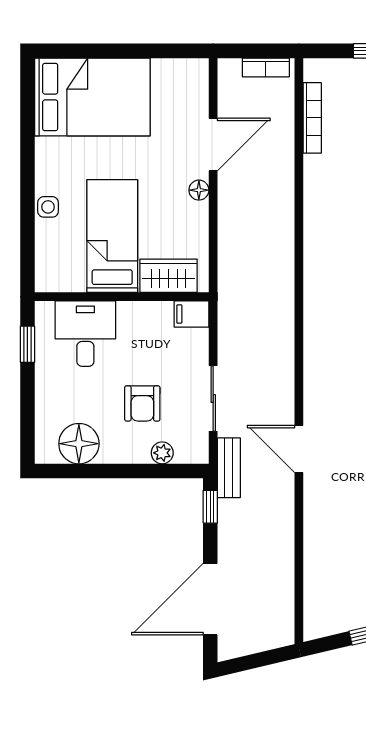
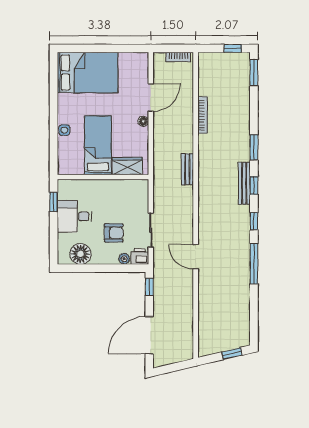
bookcase: (312, 118) -> (203, 115), moved
filing cabinet: (192, 314) -> (139, 186), removed
desk: (85, 334) -> (74, 216), moved, turned -90
armchair: (142, 403) -> (114, 233), turned -90
printer: (192, 449) -> (140, 257), added
bench: (229, 468) -> (187, 169), moved

